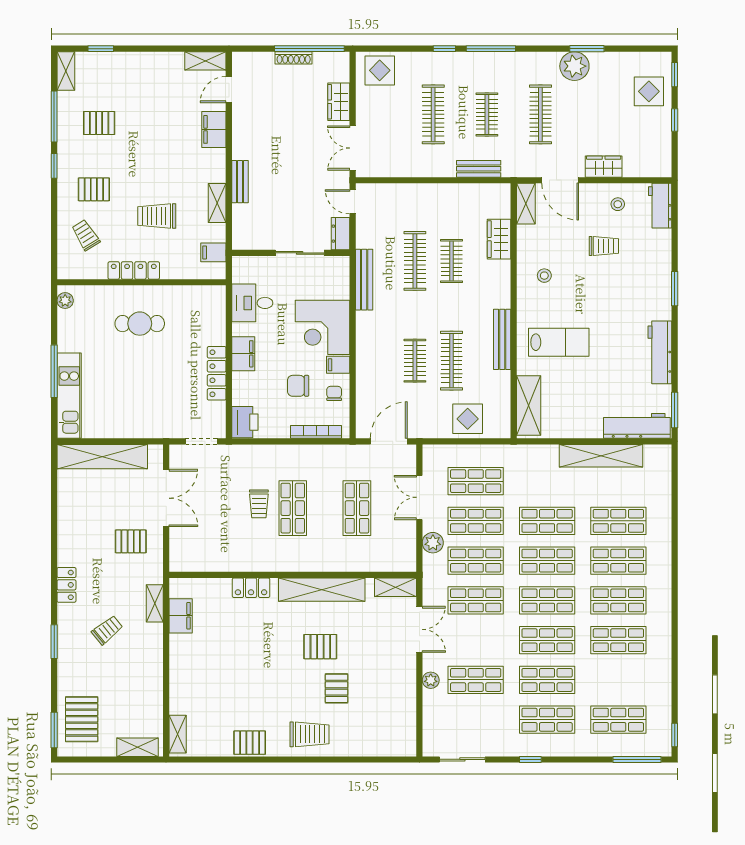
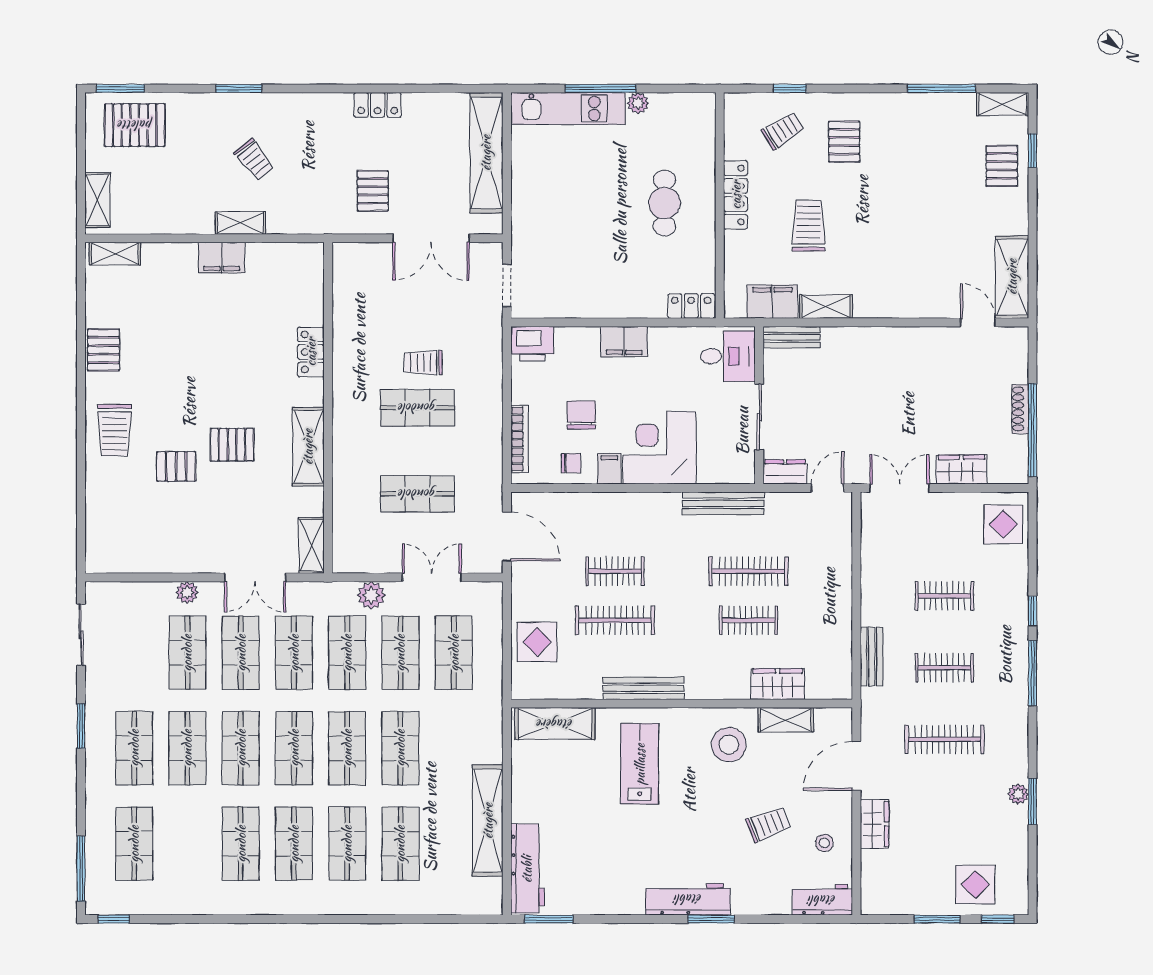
shelving: (205, 61) -> (1012, 277), width x1.50, depth x1.33
plant: (574, 66) -> (1018, 794), width x0.53, depth x0.53
clothes rail: (433, 114) -> (944, 596), width x0.73
window: (675, 120) -> (937, 919), width x1.50
pallet: (99, 123) -> (1002, 166), moved
filing cabinet: (214, 129) -> (924, 302), removed
window: (54, 166) -> (790, 88), moved
bench: (240, 182) -> (792, 337), moved
shelving: (526, 204) -> (786, 720), moved
trolley: (604, 246) -> (768, 824), turned -111
filing cabinet: (213, 252) -> (772, 302), width x2.00
stool: (544, 276) -> (729, 745), width x1.89, depth x1.89
plant: (65, 301) -> (638, 103), moved
desk: (252, 303) -> (728, 356), moved, turned 90
lab bench: (559, 342) -> (640, 764), turned 180
workbench: (660, 352) -> (688, 899), moved
locker: (217, 373) -> (691, 306), moved, width x0.66
locker: (66, 585) -> (378, 105), moved
shelving: (322, 590) -> (308, 447), width x0.68
shelving: (155, 603) -> (240, 223), moved
filing cabinet: (181, 616) -> (222, 258), moved
shop shelf: (476, 640) -> (241, 653), added
pallet: (320, 647) -> (232, 445), turned 90
window: (530, 759) -> (81, 726), width x1.50

